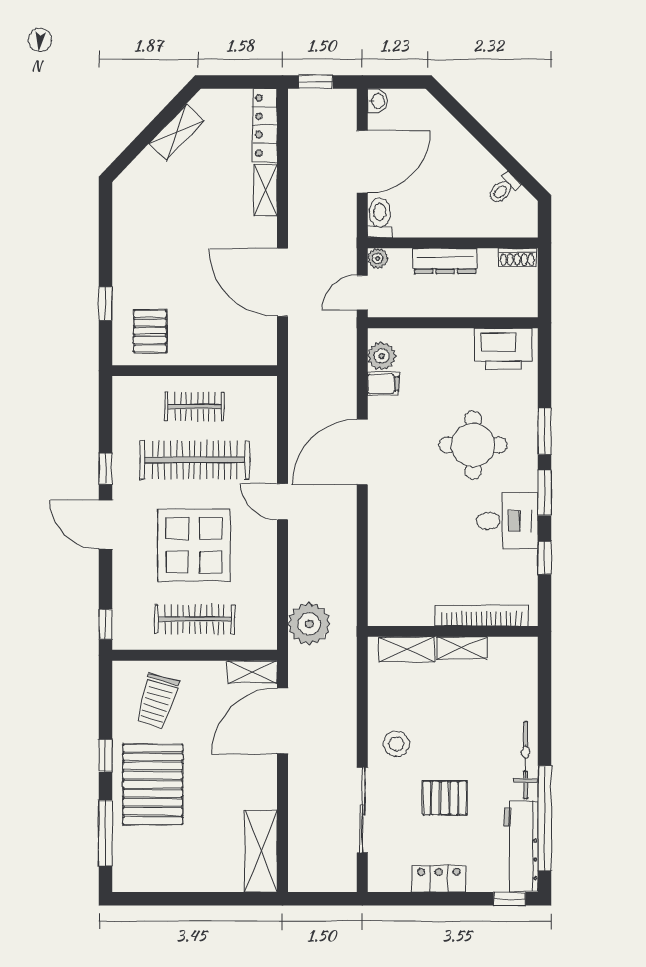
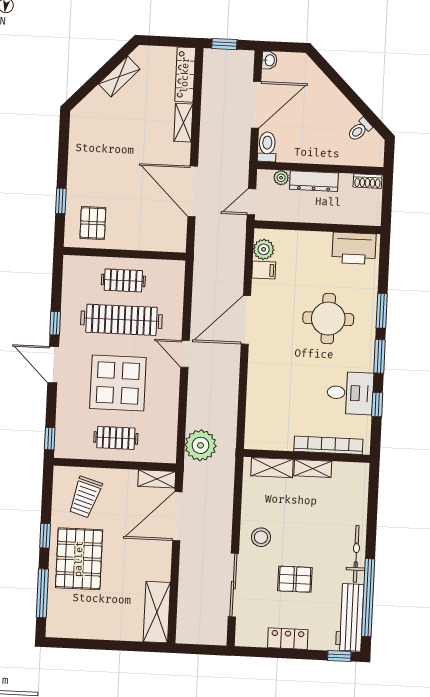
plant: (378, 258) -> (281, 178), moved
desk: (507, 521) -> (350, 393), moved
clothes rail: (195, 619) -> (116, 438), width x0.73

